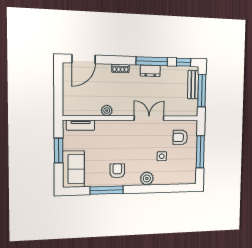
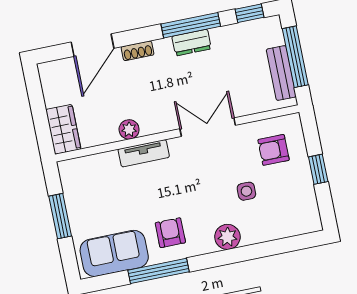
door: (84, 59) -> (93, 45), moved
bench: (193, 85) -> (281, 73), moved
wardrobe: (70, 103) -> (63, 129), added
tv unit: (81, 125) -> (144, 153), moved
window: (200, 152) -> (318, 169), width x0.46
sofa: (73, 169) -> (114, 253), moved, turned -90

